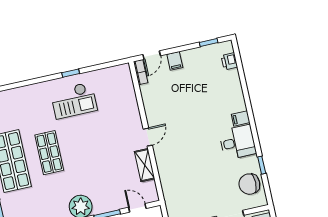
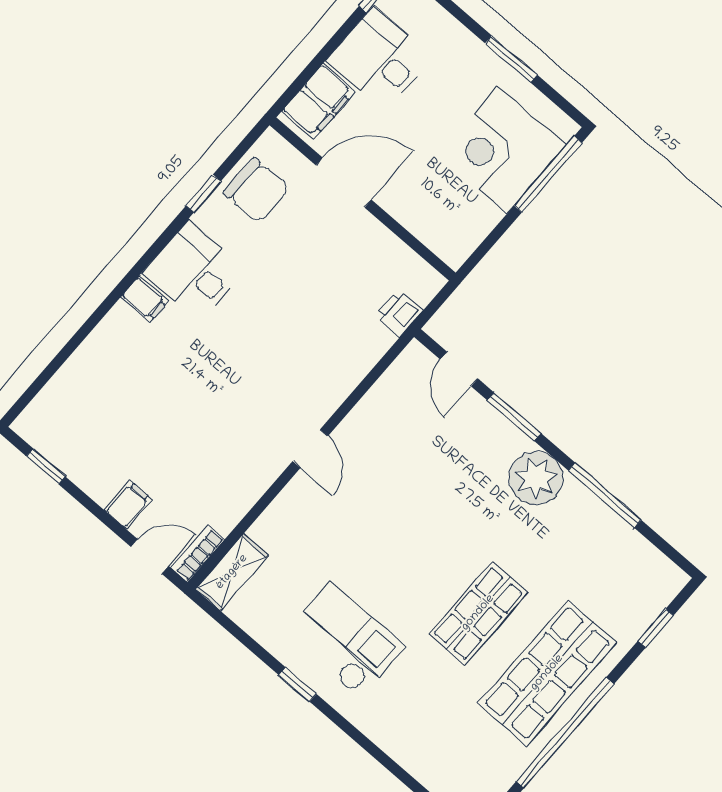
printer: (229, 61) -> (399, 313), moved, turned 180
door: (148, 137) -> (310, 449), swing flipped
shelving: (145, 165) -> (232, 572), moved

